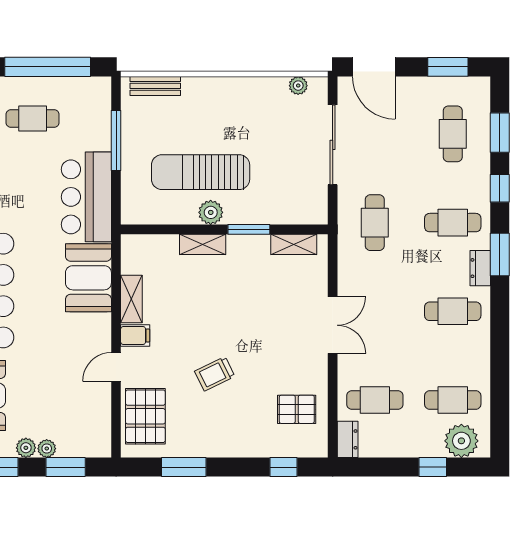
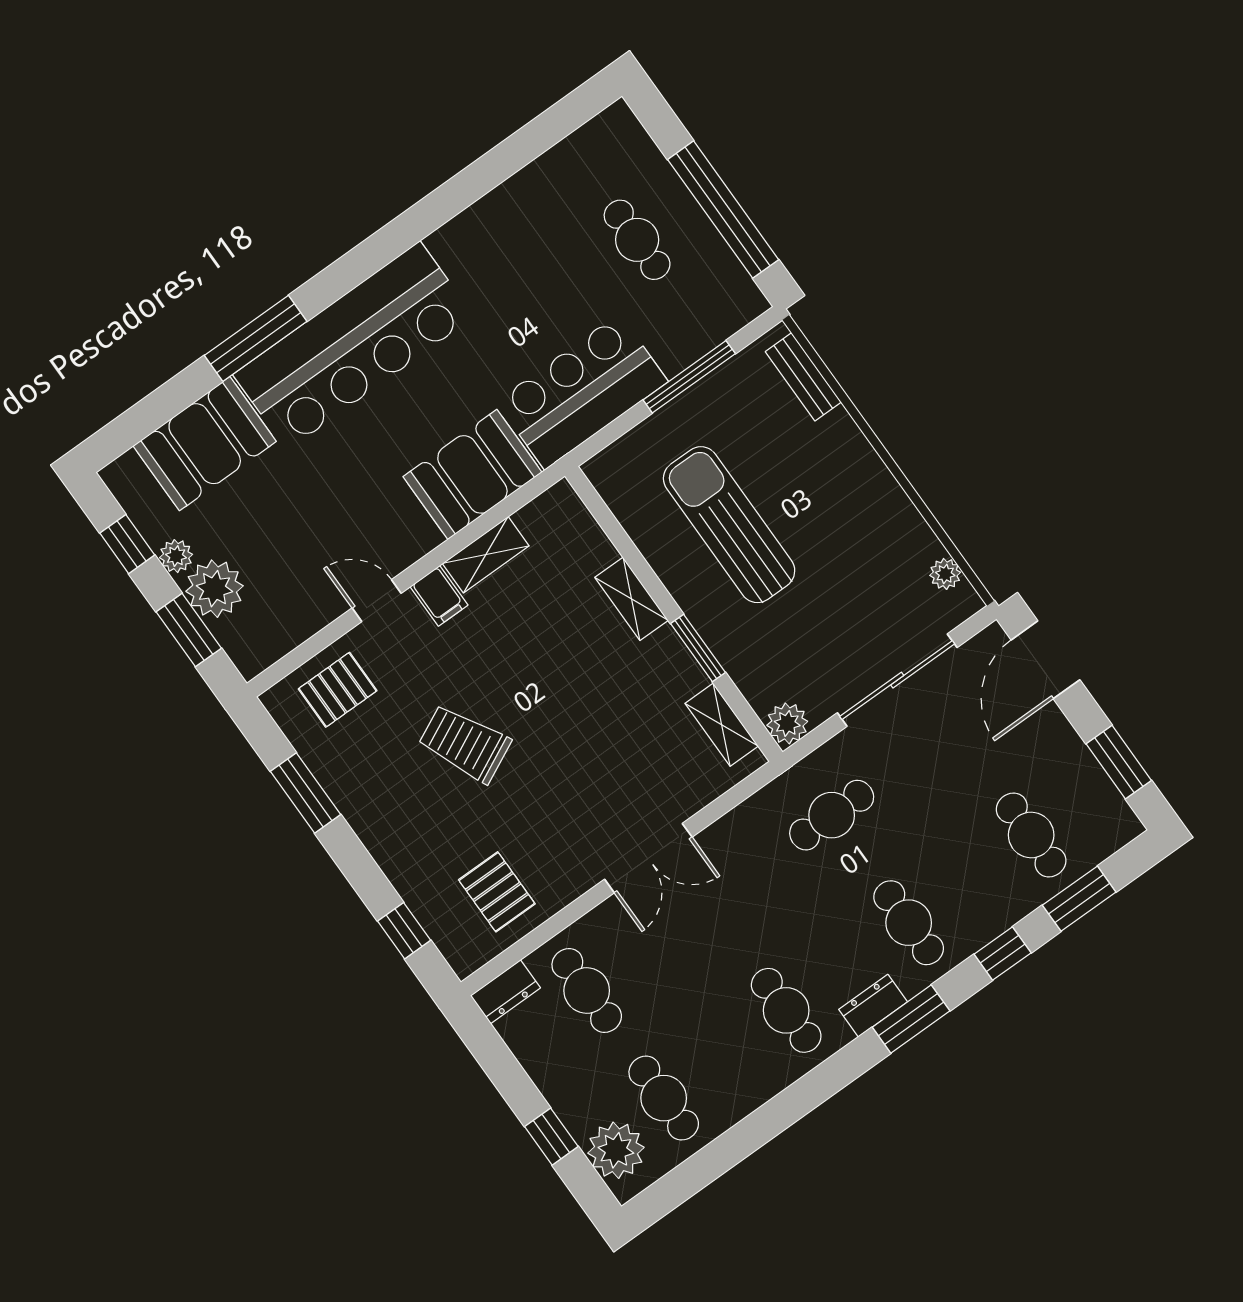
cafe table: (453, 134) -> (1031, 835), turned 90
plant: (211, 212) -> (787, 723), moved
trolley: (215, 374) -> (465, 743), width x1.36, depth x1.39
pallet: (145, 416) -> (338, 690), width x0.67, depth x0.71
plant: (47, 449) -> (215, 589), width x1.88, depth x1.88

